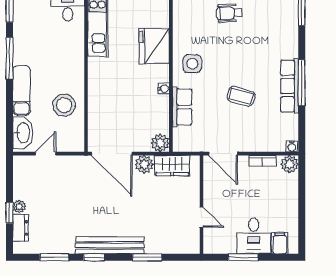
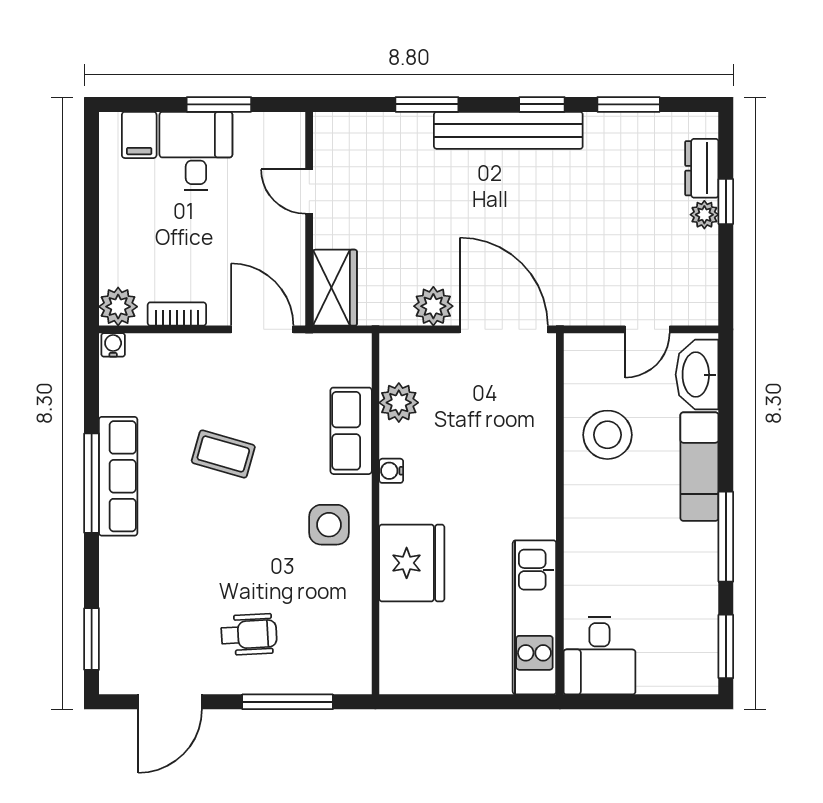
plant: (160, 143) -> (399, 403), moved
wardrobe: (172, 166) -> (335, 288), moved, turned 90

